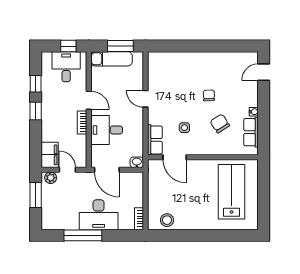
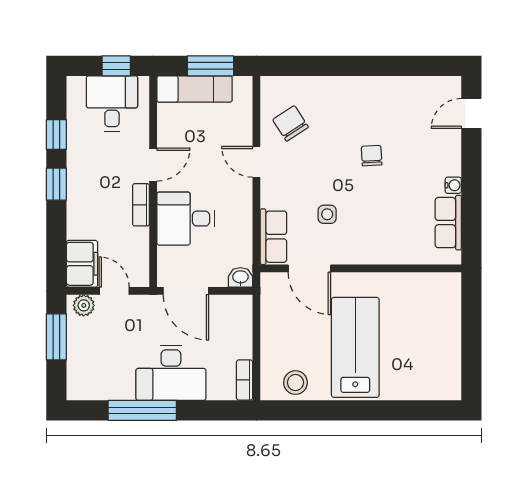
door: (89, 100) -> (153, 165), hinge flipped
chair: (220, 123) -> (290, 123), moved
lab bench: (232, 192) -> (355, 347), moved

